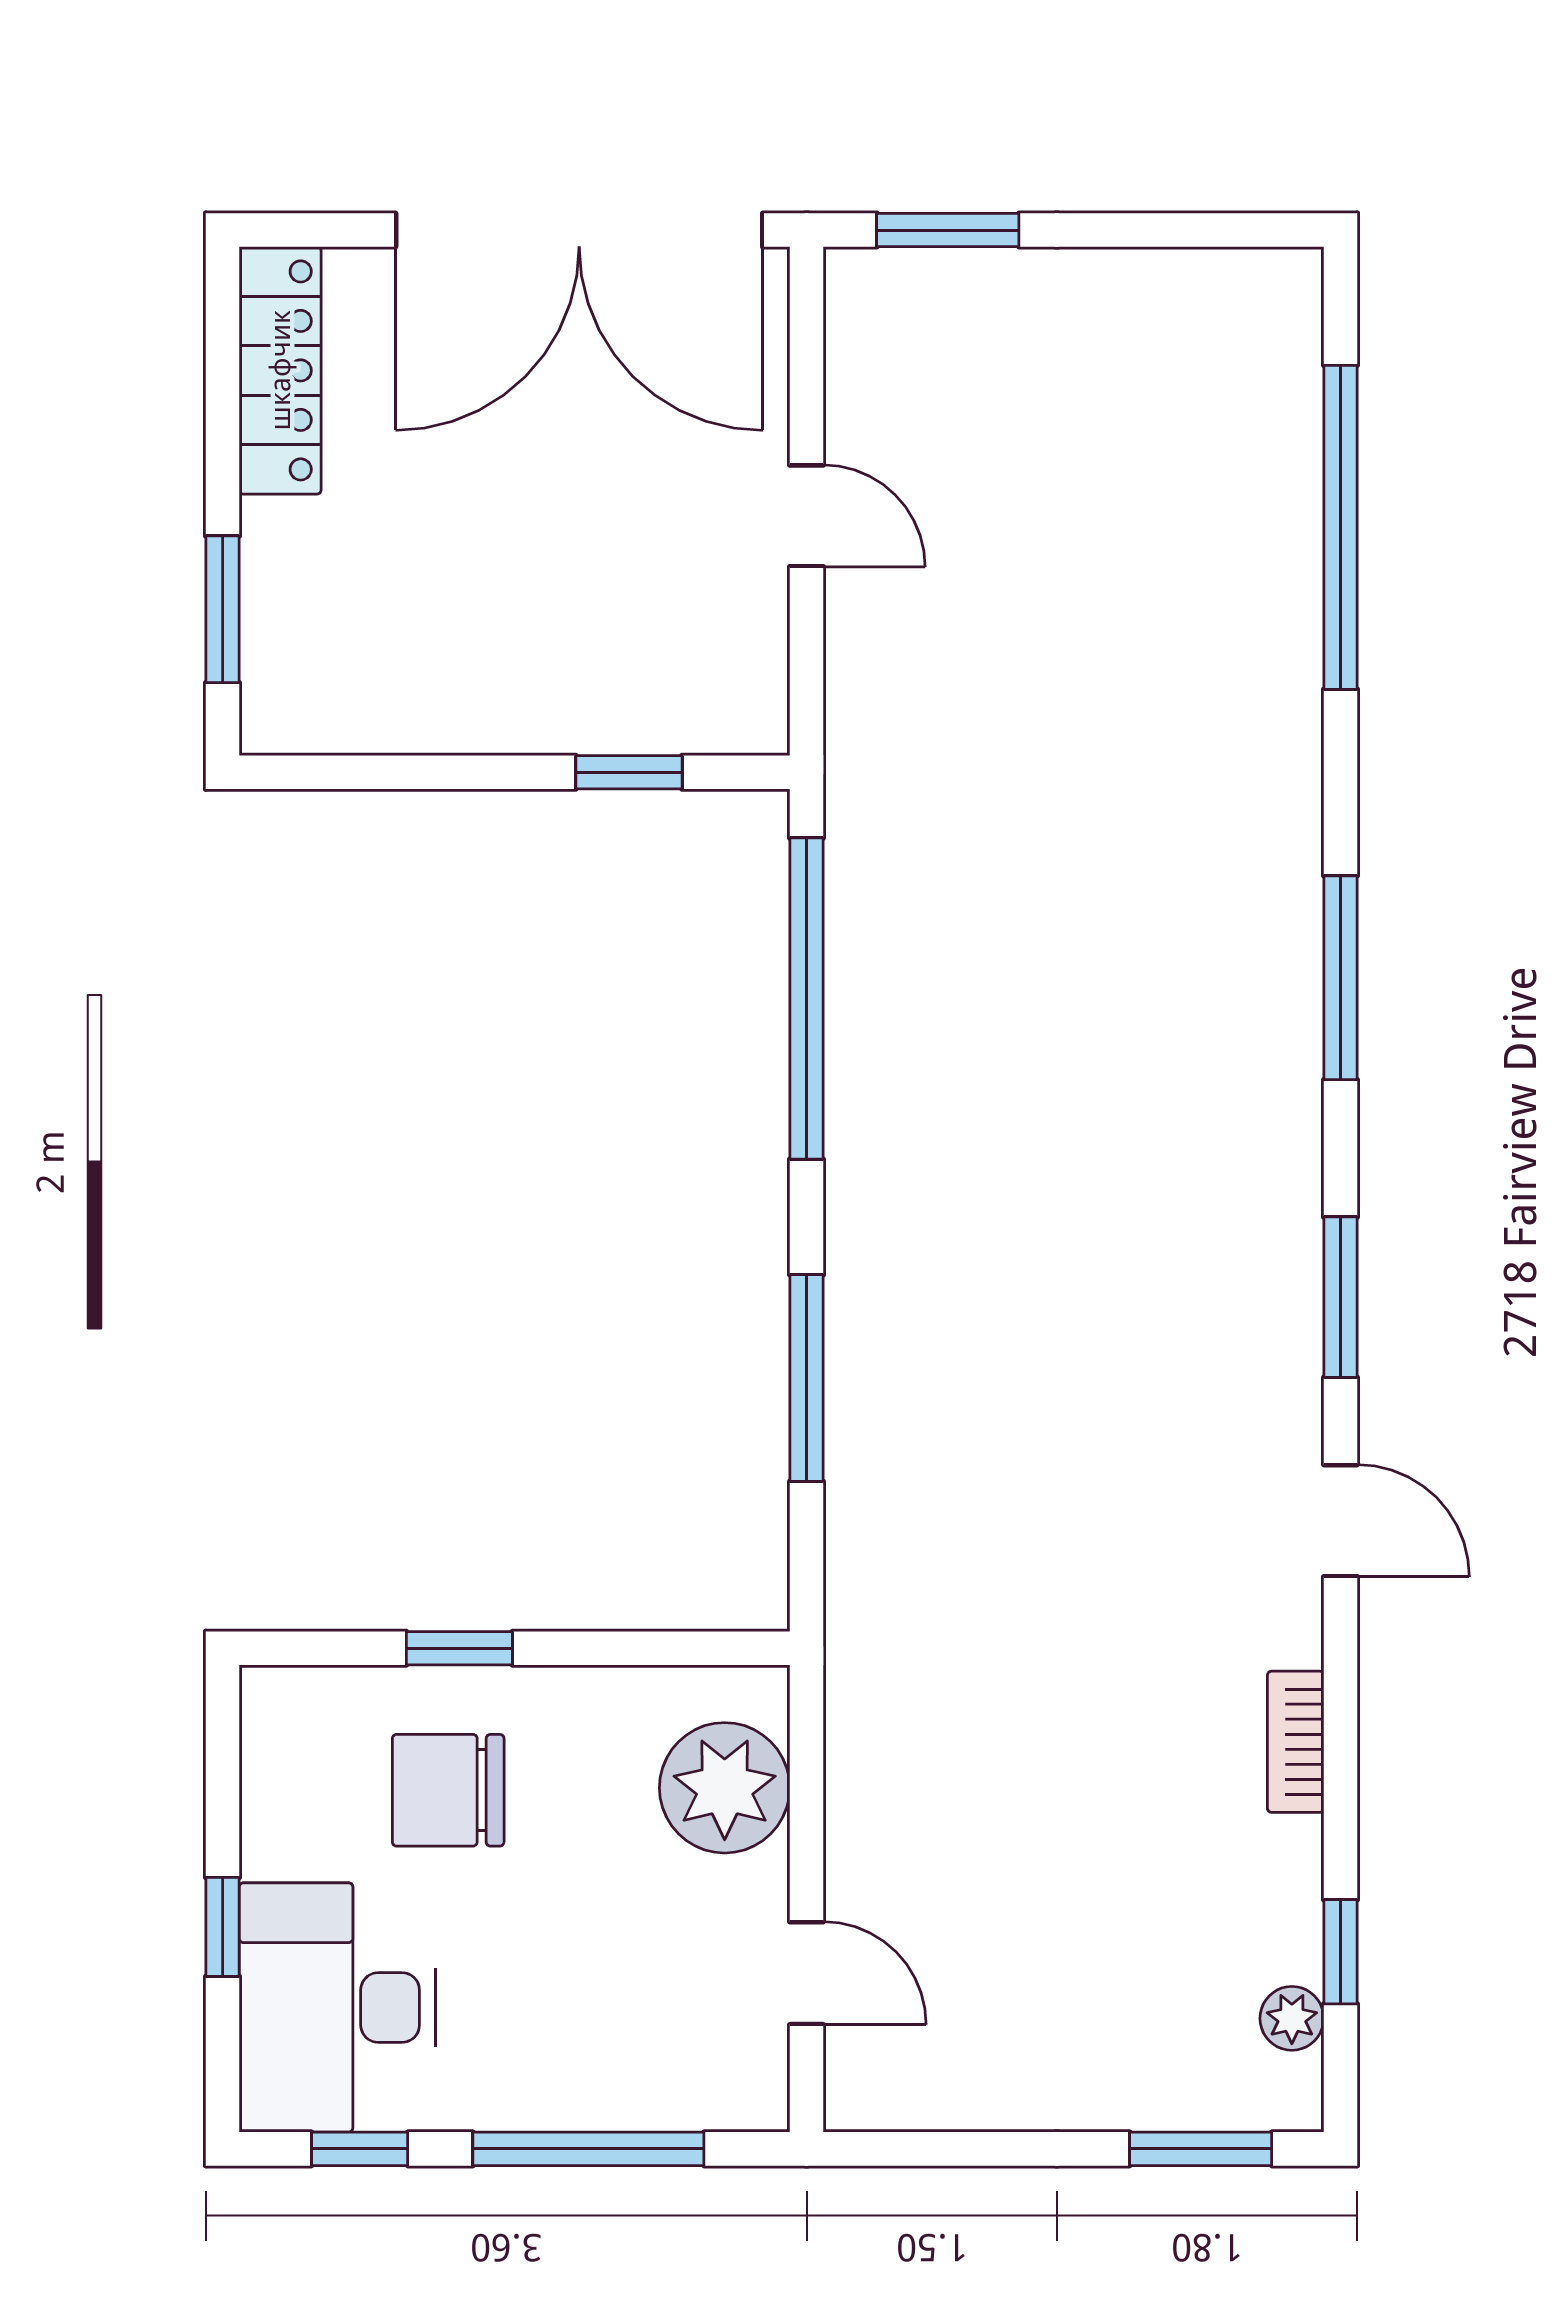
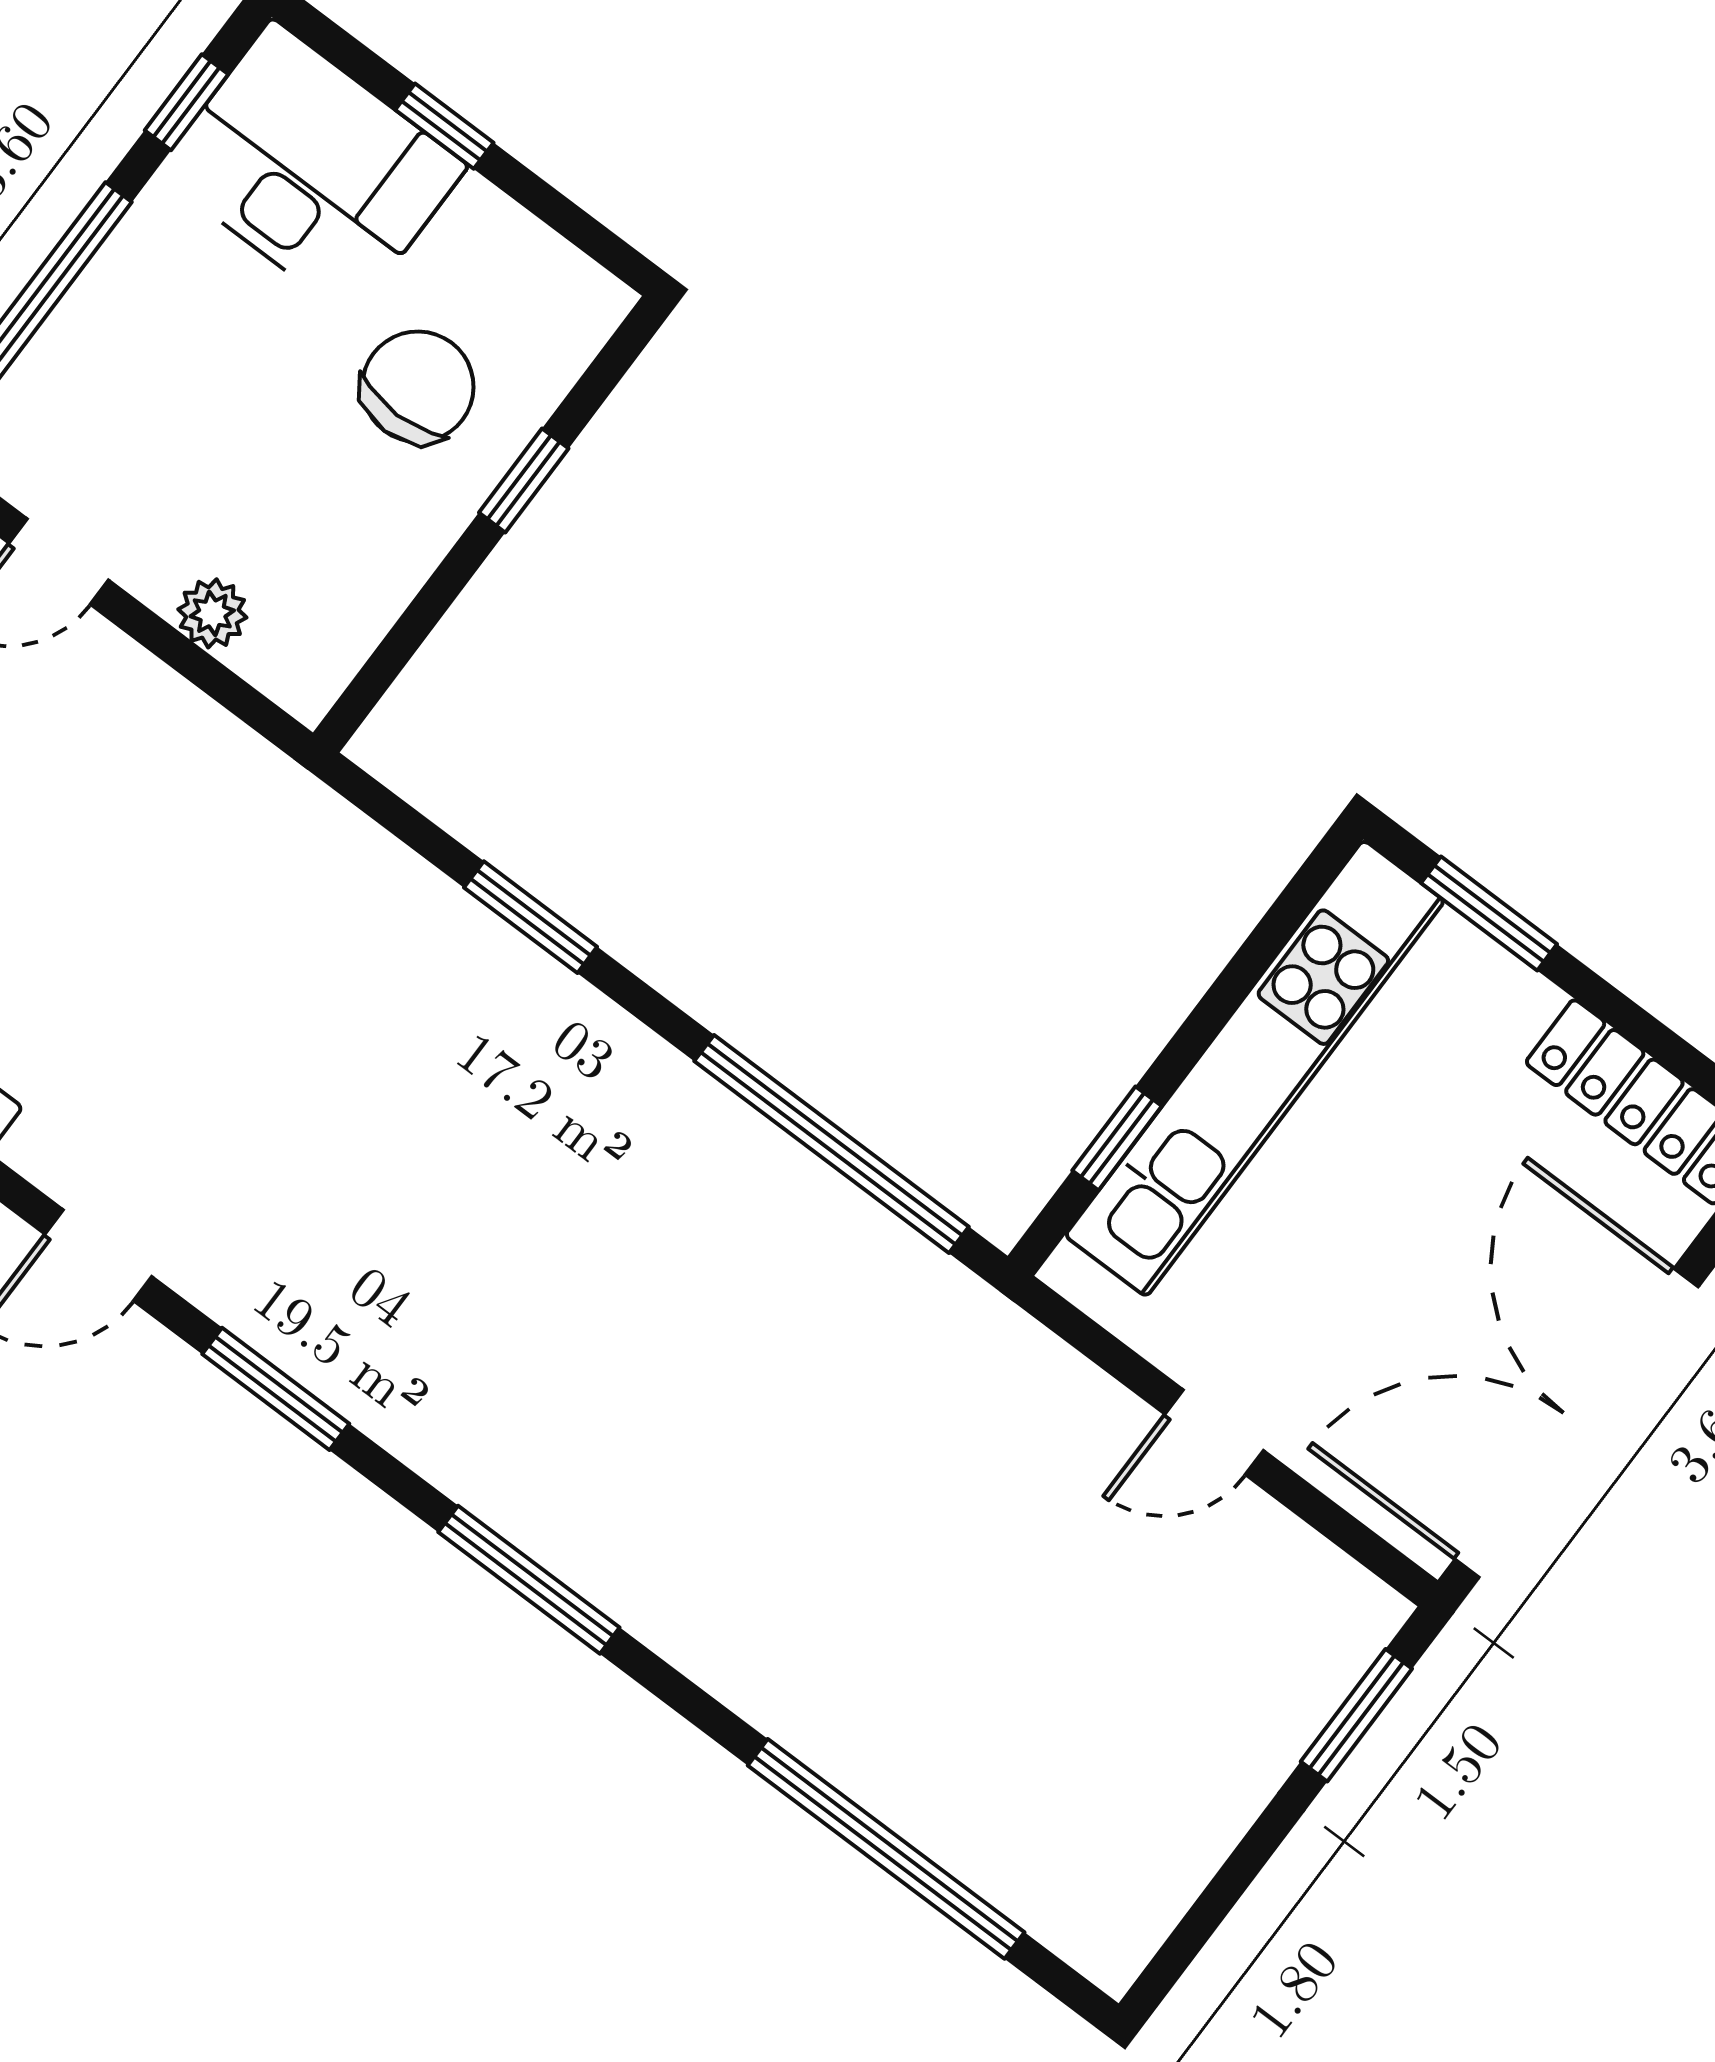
kitchen unit: (489, 704) -> (1255, 1068), added
window: (807, 1378) -> (531, 917), width x0.69
plant: (725, 1788) -> (212, 613), width x0.53, depth x0.53

